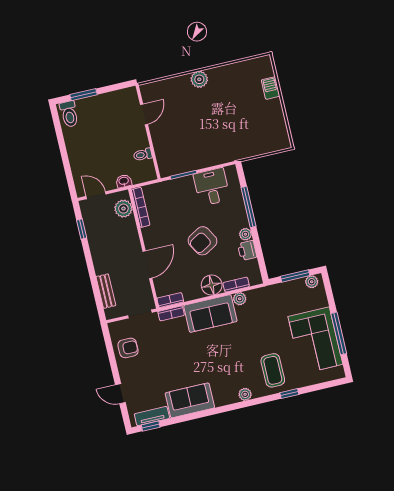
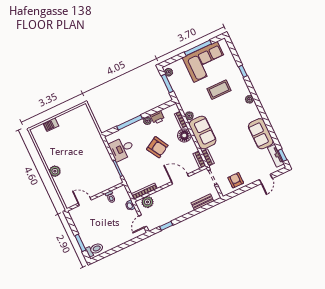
coffee table: (273, 370) -> (219, 90), moved

